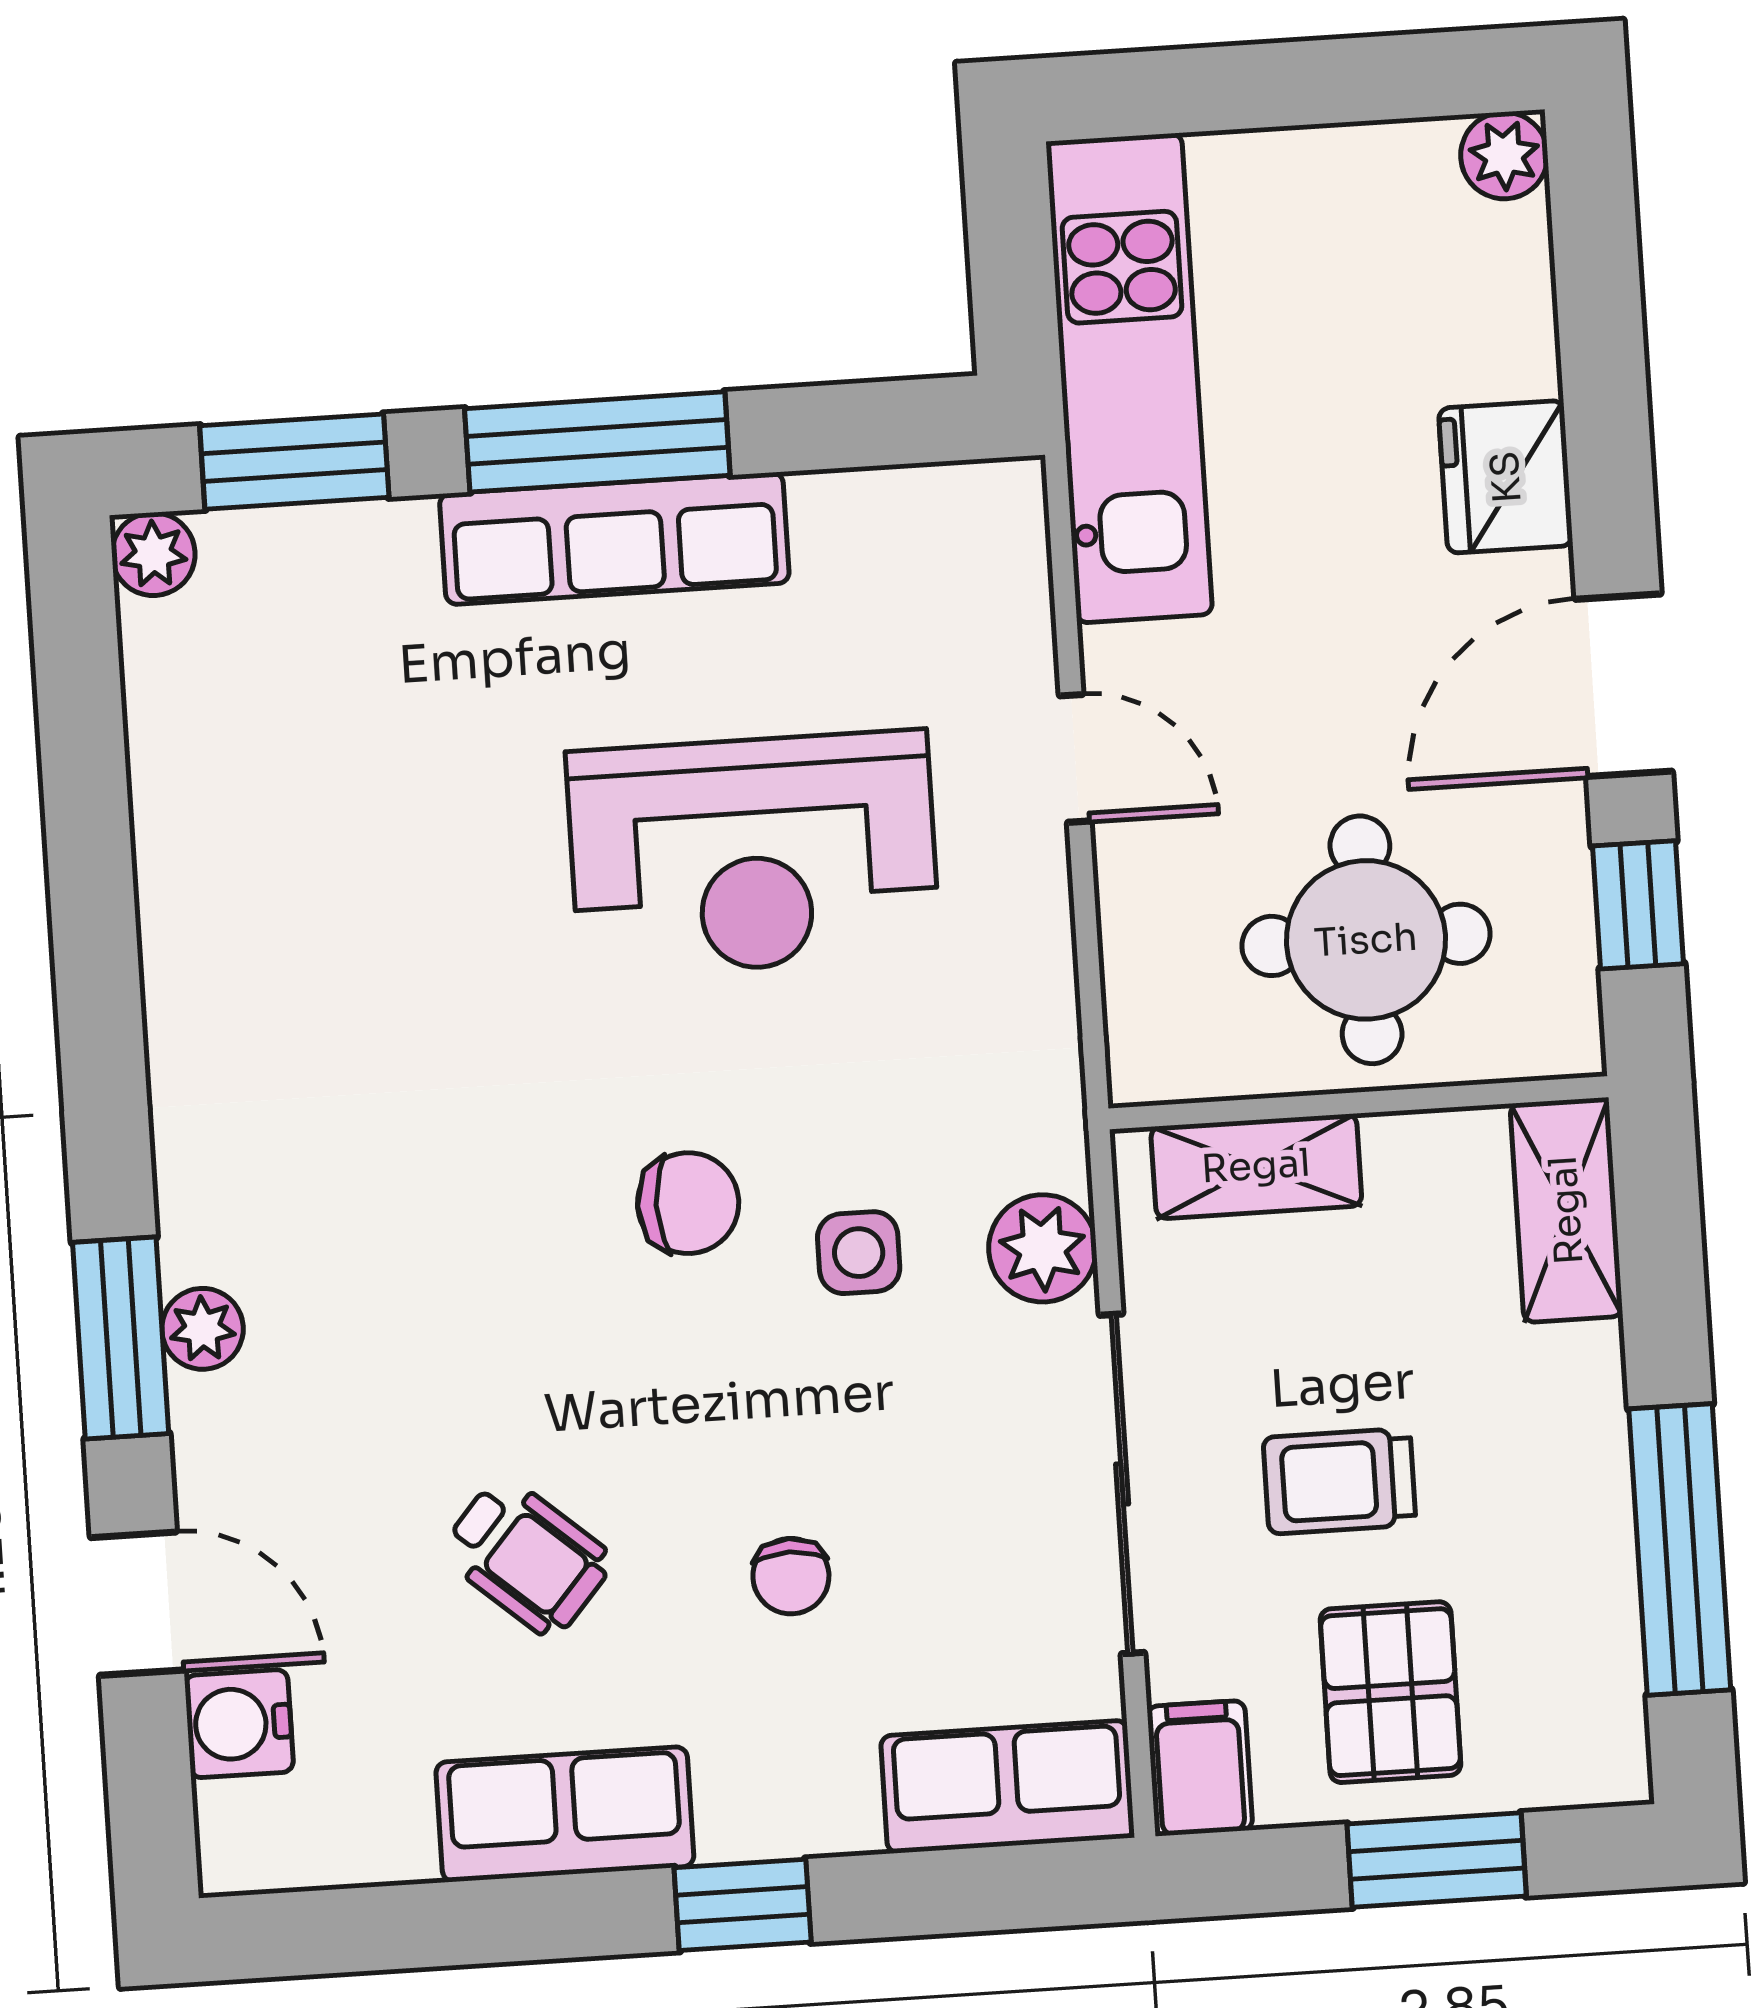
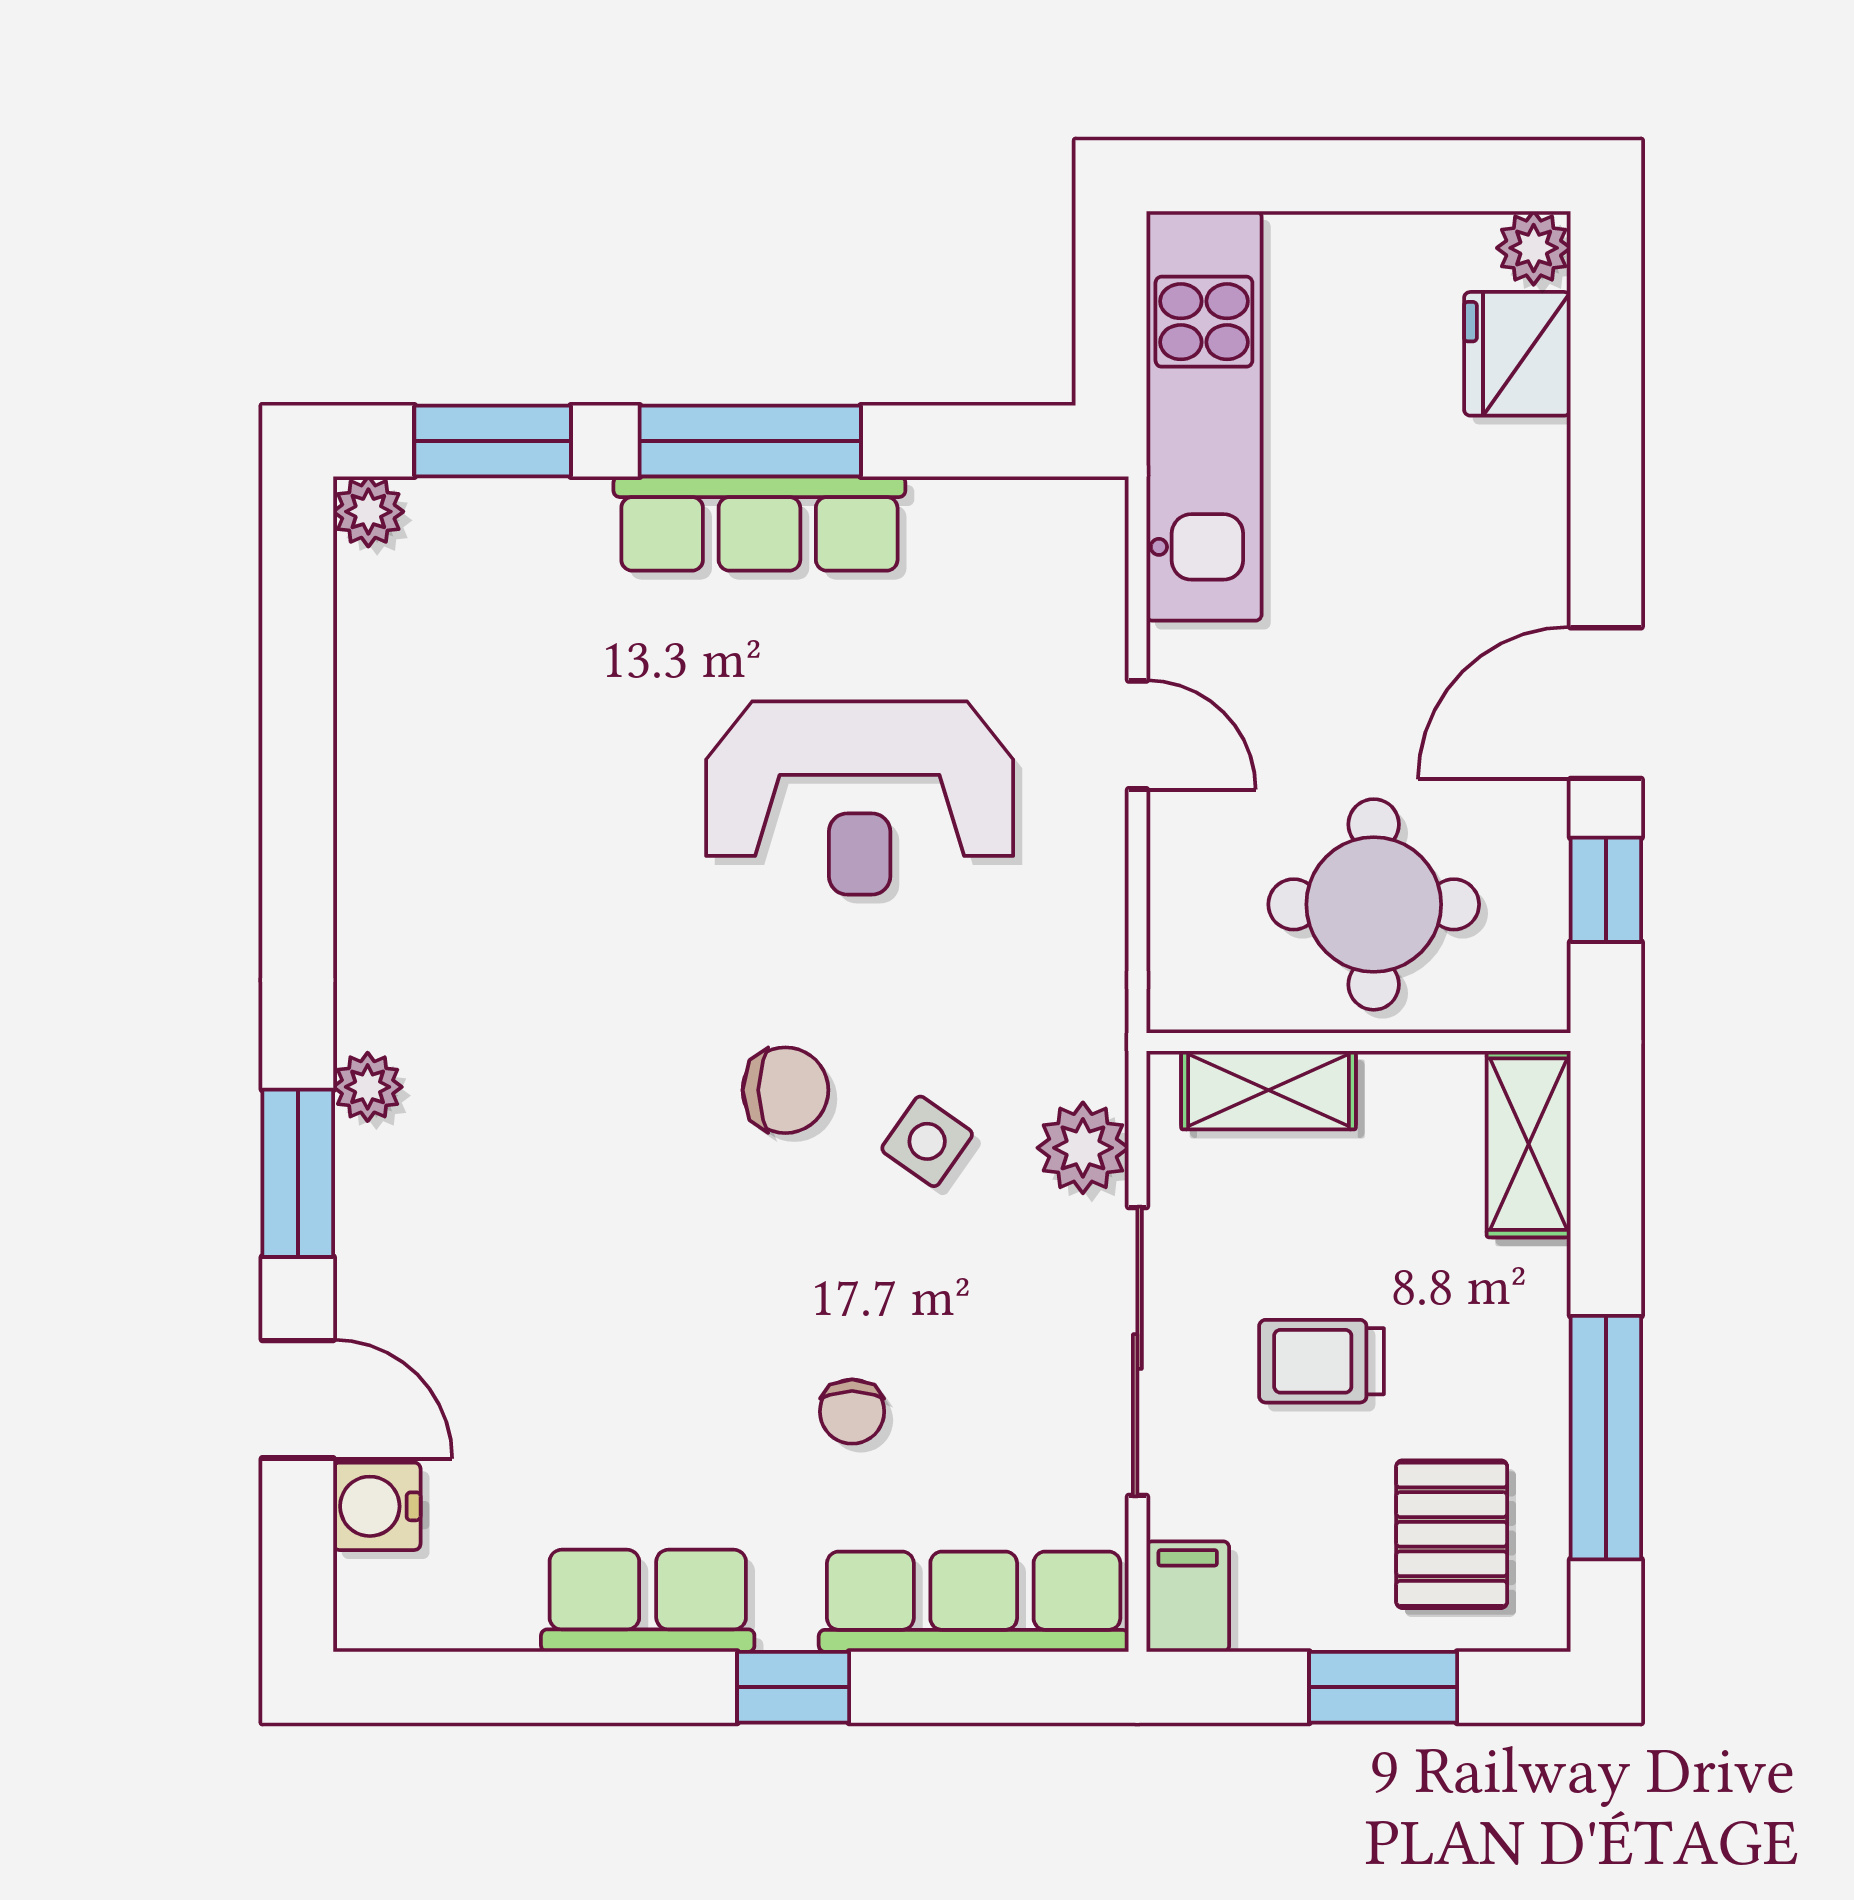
fridge: (1506, 477) -> (1517, 354), moved
side table: (859, 1253) -> (927, 1141), turned 35
plant: (203, 1329) -> (368, 1087), moved
wheelchair: (527, 1556) -> (630, 1380), removed
pallet: (1390, 1692) -> (1452, 1534), moved
row of seats: (1007, 1787) -> (974, 1602), width x1.48

